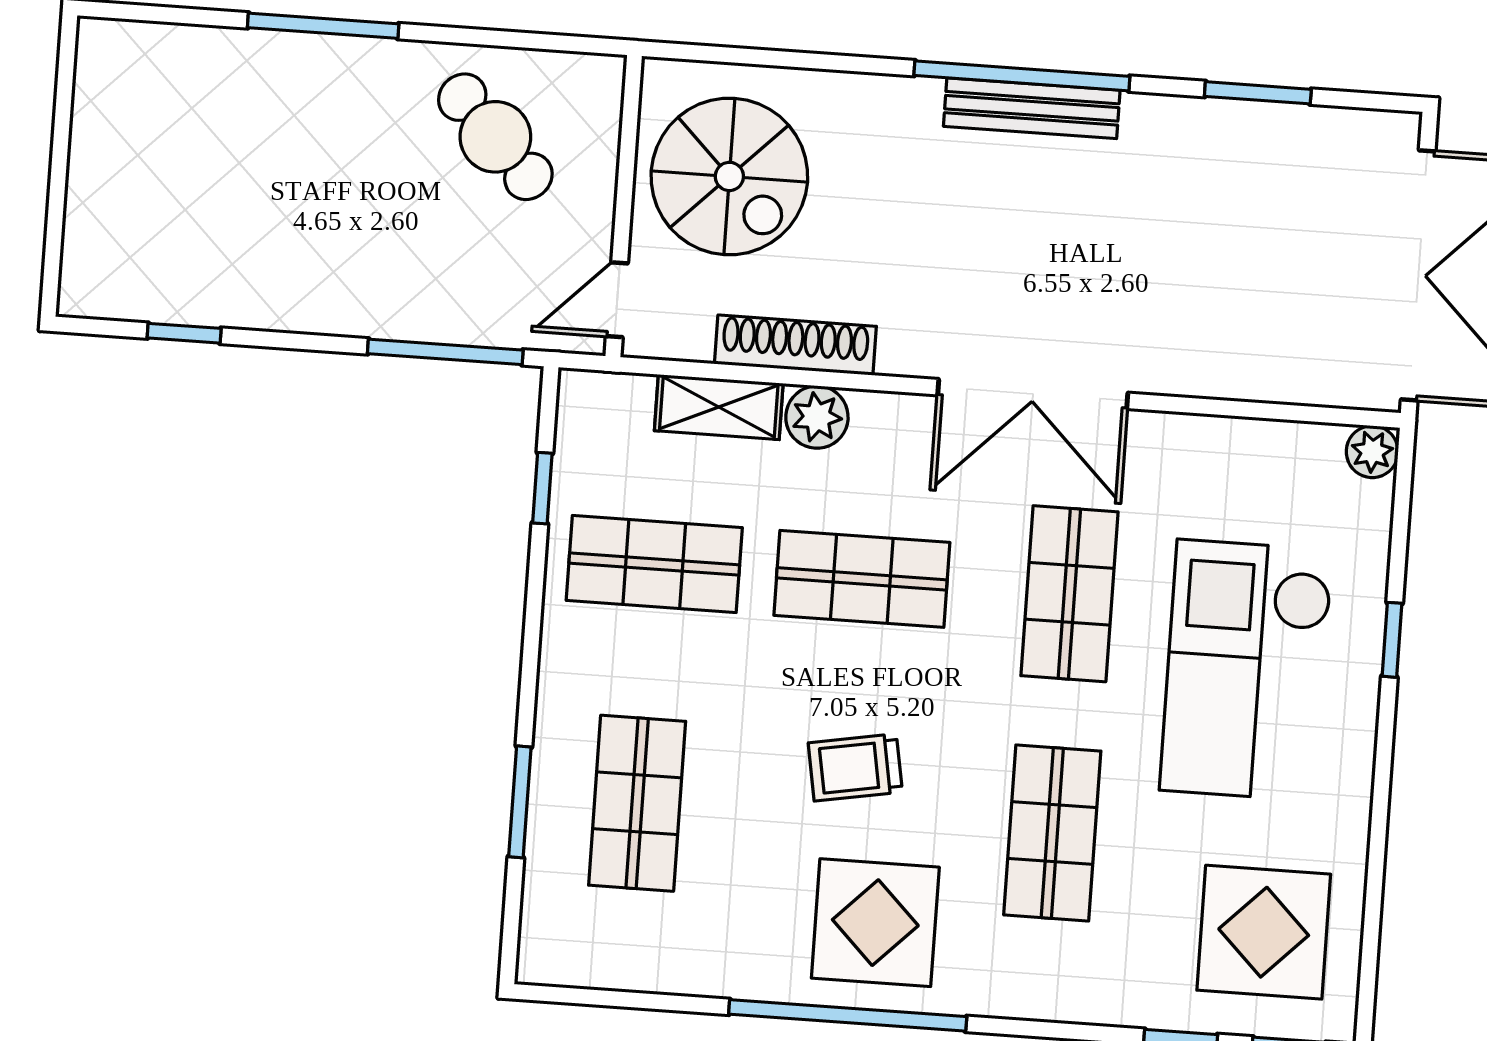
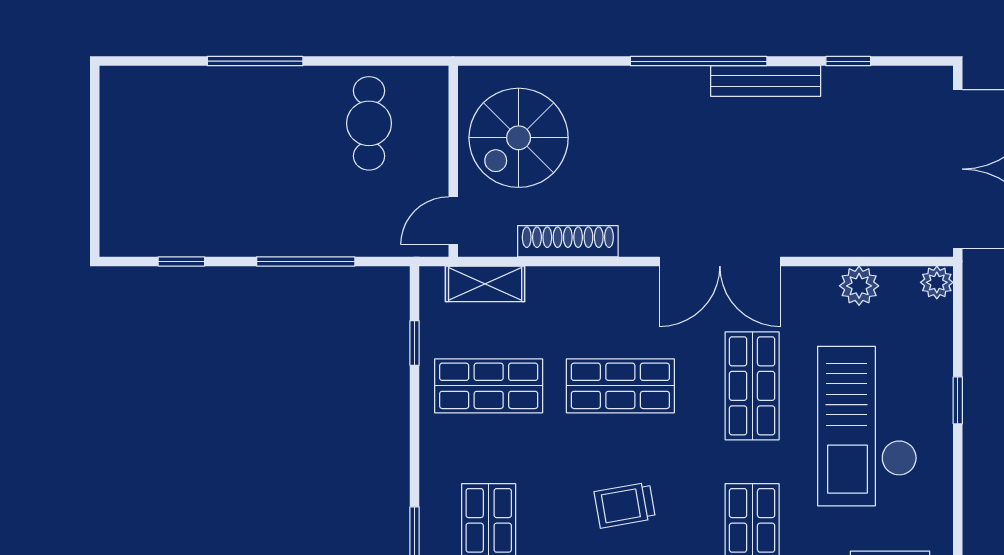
window: (1258, 93) -> (848, 61), width x0.67
bench: (1032, 108) -> (766, 81), moved
cafe table: (495, 137) -> (369, 123), turned 44
spiral stairs: (729, 176) -> (519, 138), turned 90
window: (445, 352) -> (306, 261), moved
shelving: (719, 407) -> (485, 284), moved
plant: (817, 417) -> (859, 286), moved

